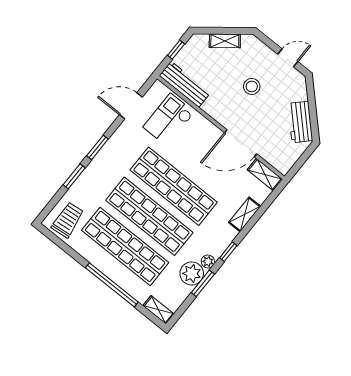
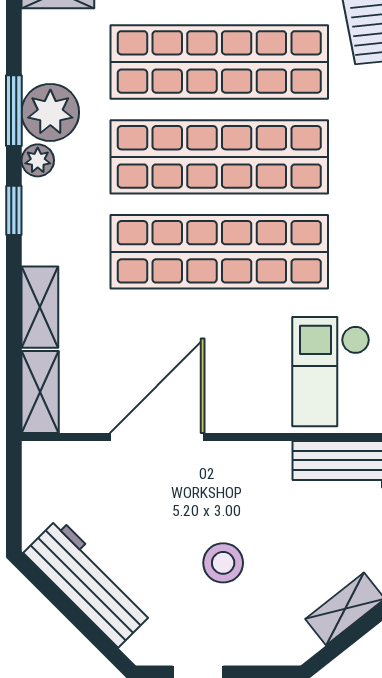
checkout: (169, 120) -> (331, 372), turned 180
workbench: (300, 122) -> (89, 583), width x1.38
shelving: (265, 174) -> (40, 392), moved, turned 90

